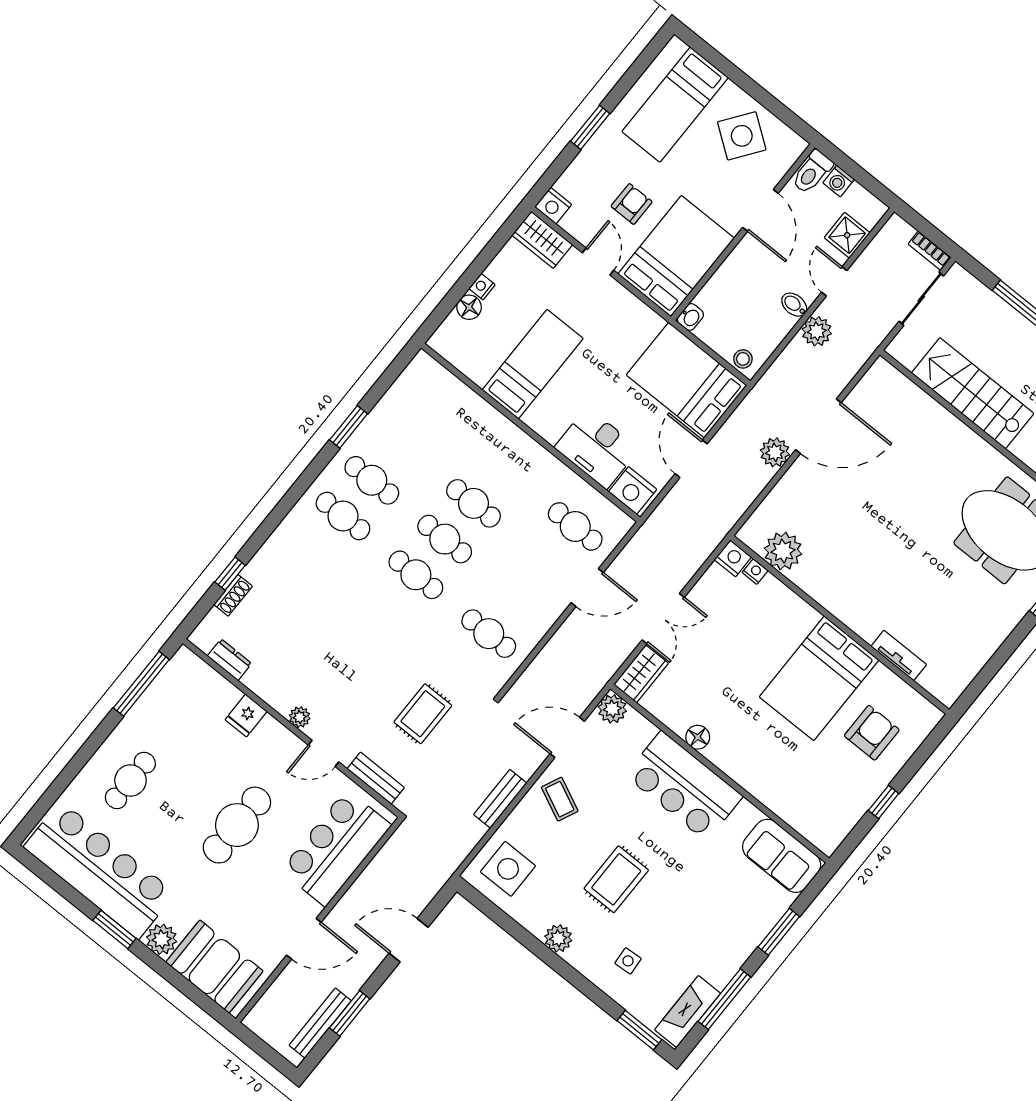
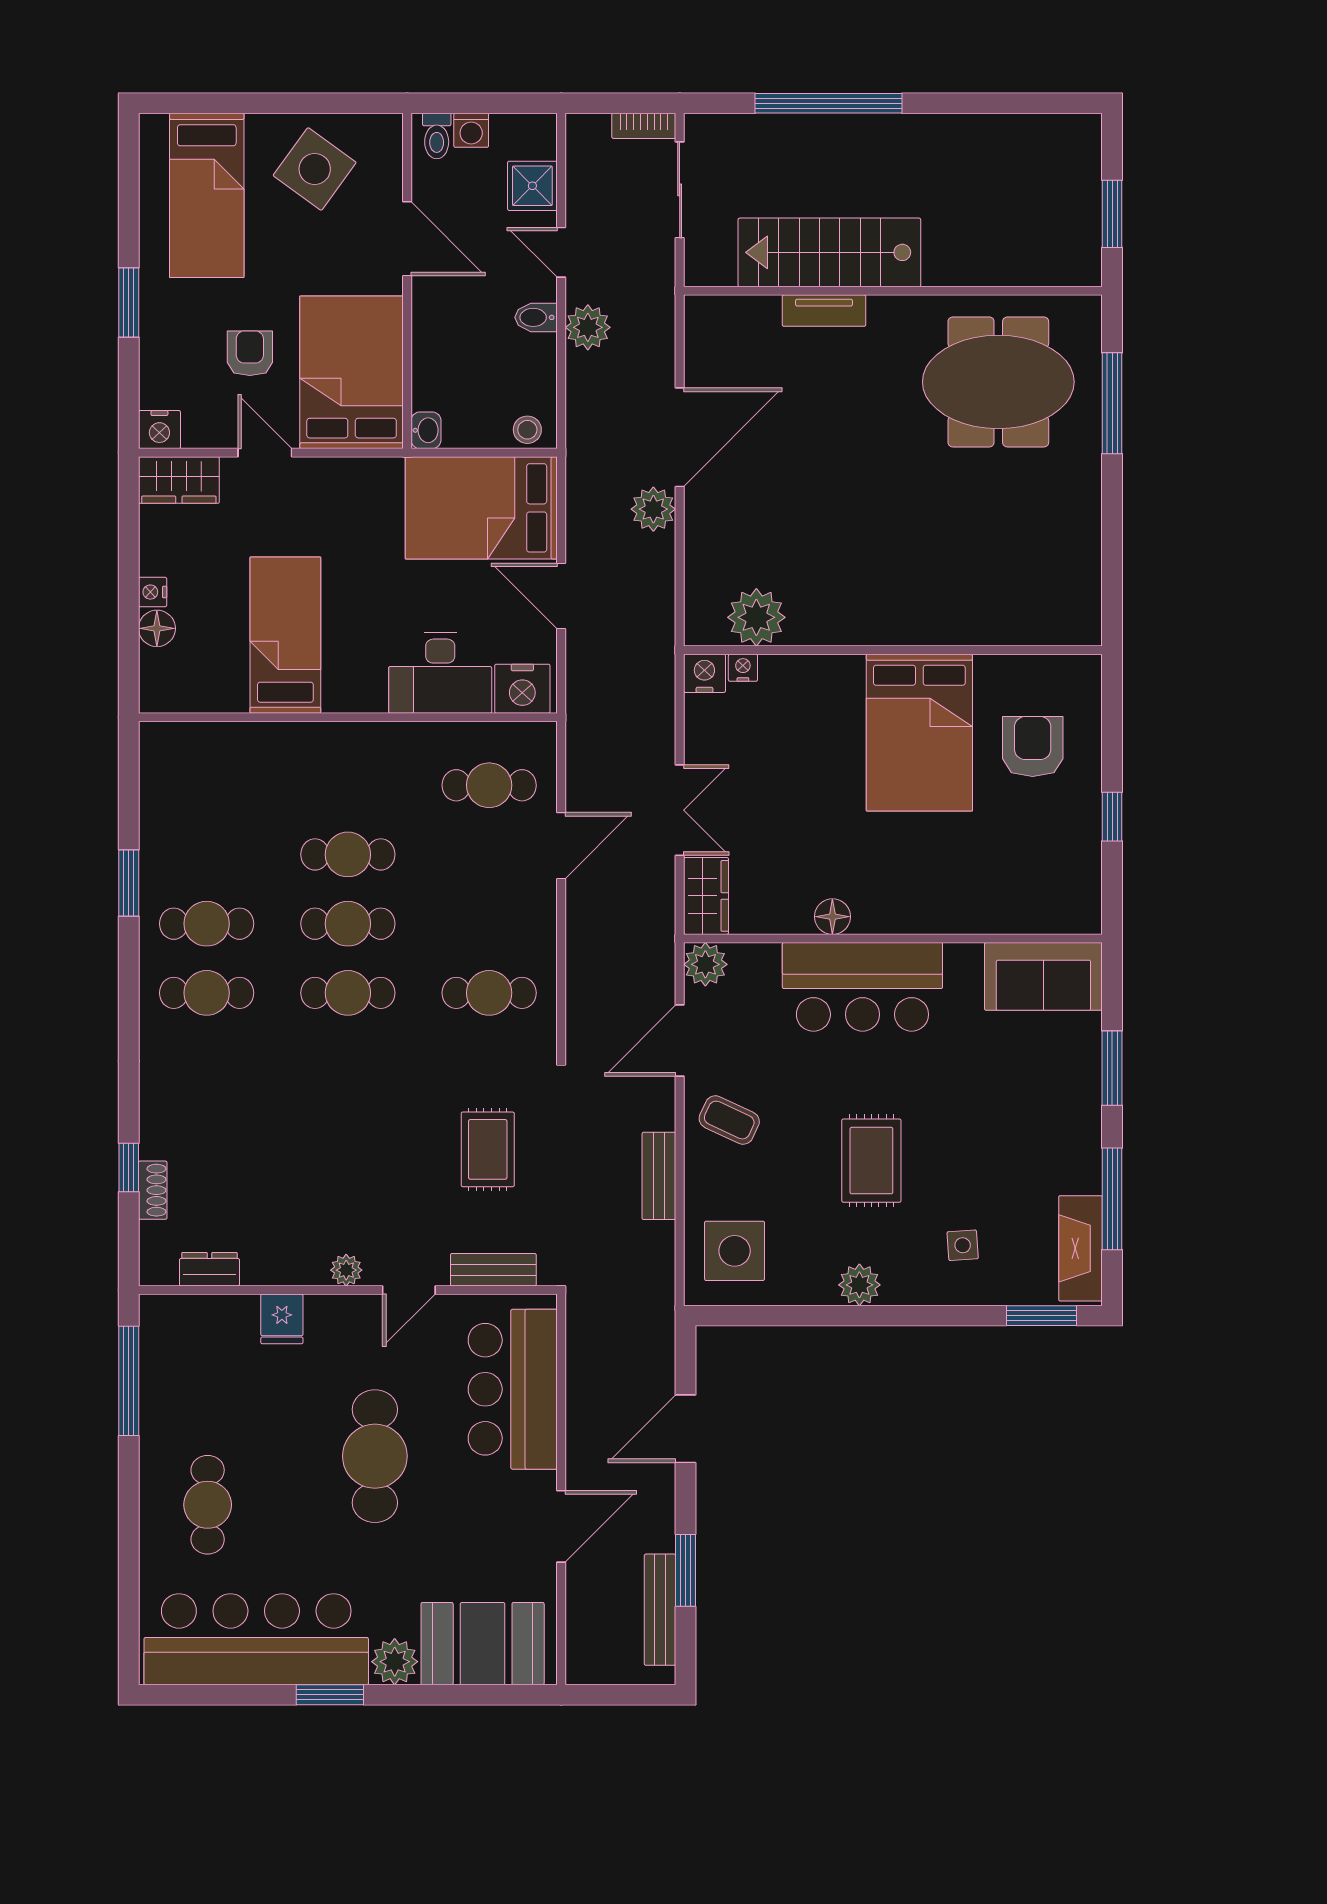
toilet: (812, 172) -> (437, 136), width x0.73, depth x0.72
tv unit: (899, 655) -> (824, 311), moved, turned 180

